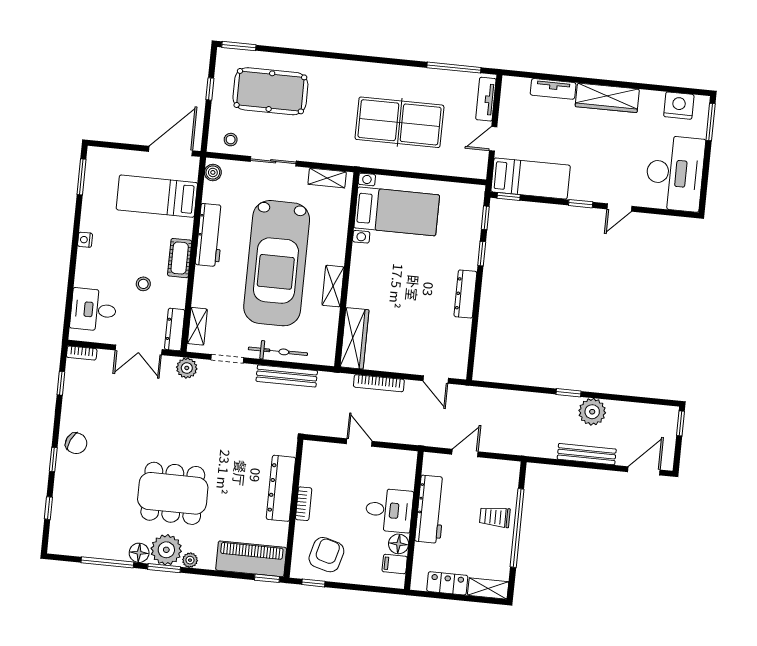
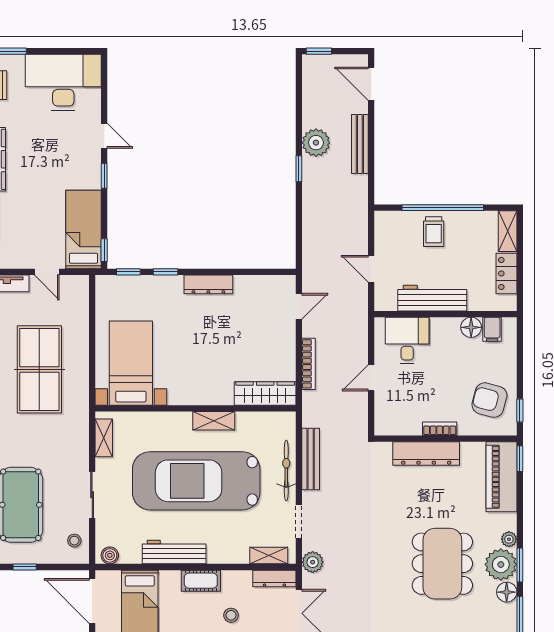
car: (277, 263) -> (196, 481), turned 180
desk: (389, 510) -> (407, 340), moved

